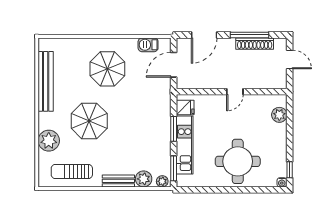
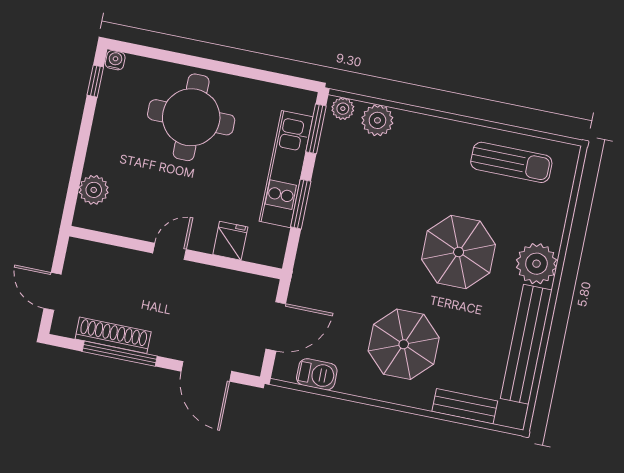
door: (204, 35) -> (206, 371), swing flipped
fridge: (185, 107) -> (230, 241), moved, turned 90
plant: (49, 141) -> (536, 264), moved
bench: (118, 181) -> (465, 406), moved

